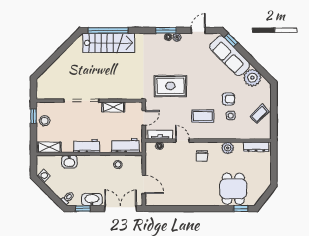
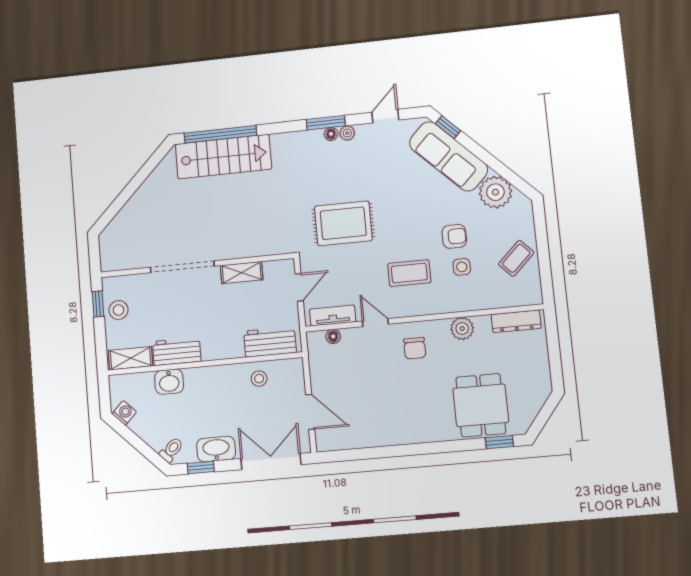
workbench: (87, 146) -> (177, 351), moved

